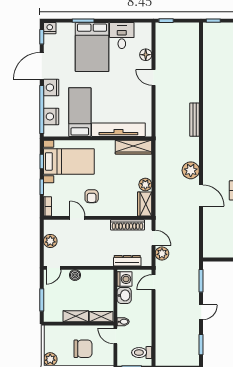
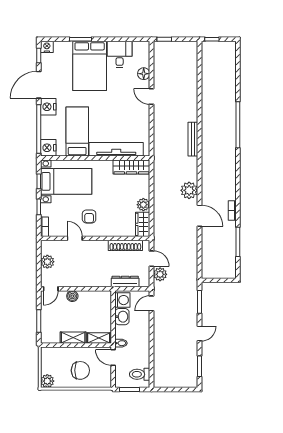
nightstand: (51, 116) -> (48, 148), moved

